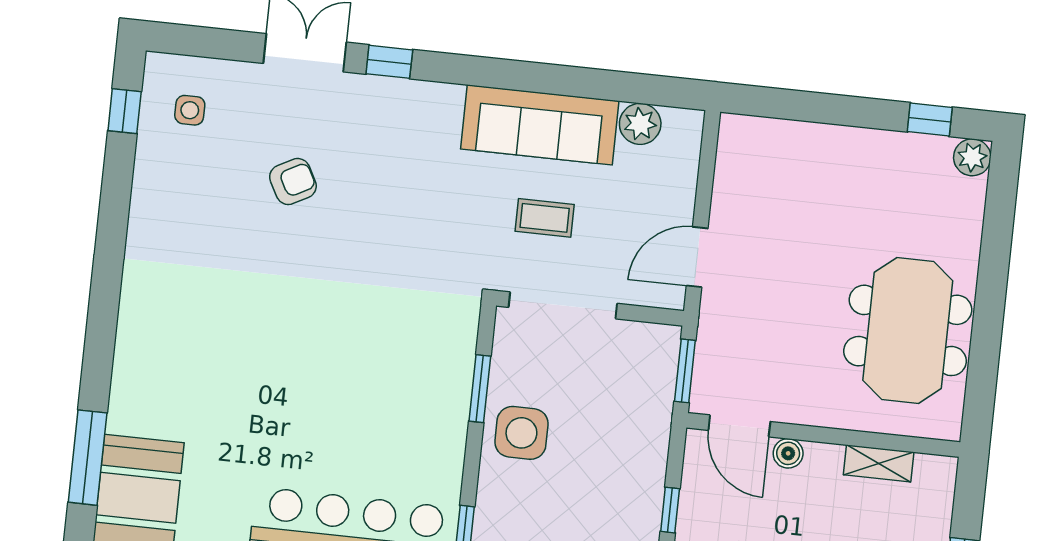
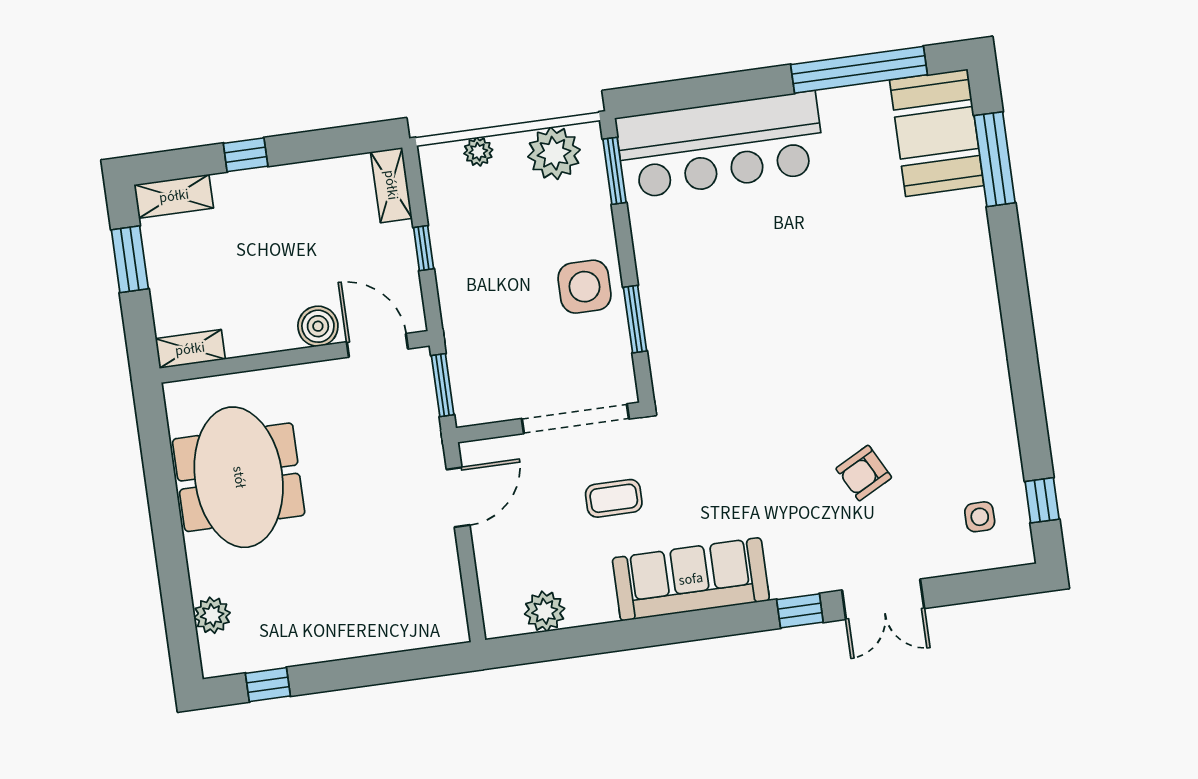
sofa: (540, 125) -> (691, 579), moved
plant: (972, 157) -> (212, 615), moved
boiler: (788, 453) -> (318, 326), width x1.36, depth x1.36
shelving: (879, 463) -> (190, 349), moved

